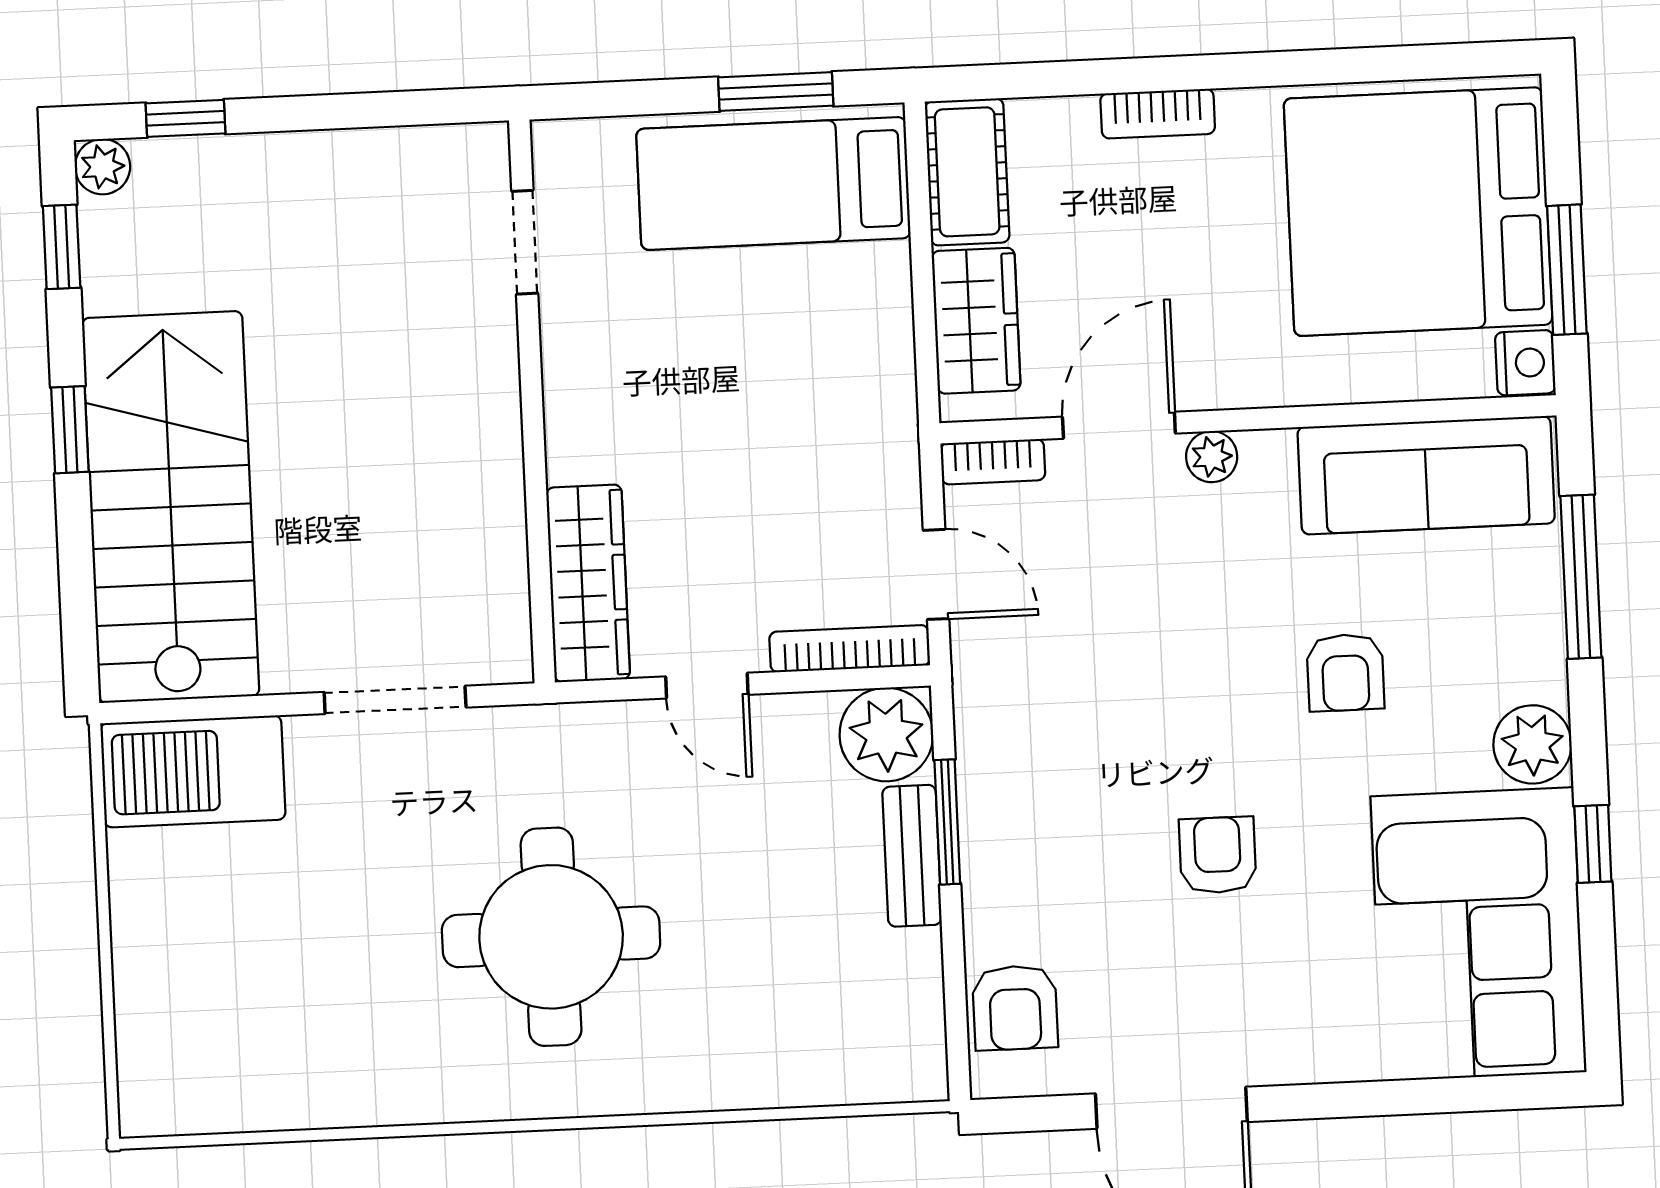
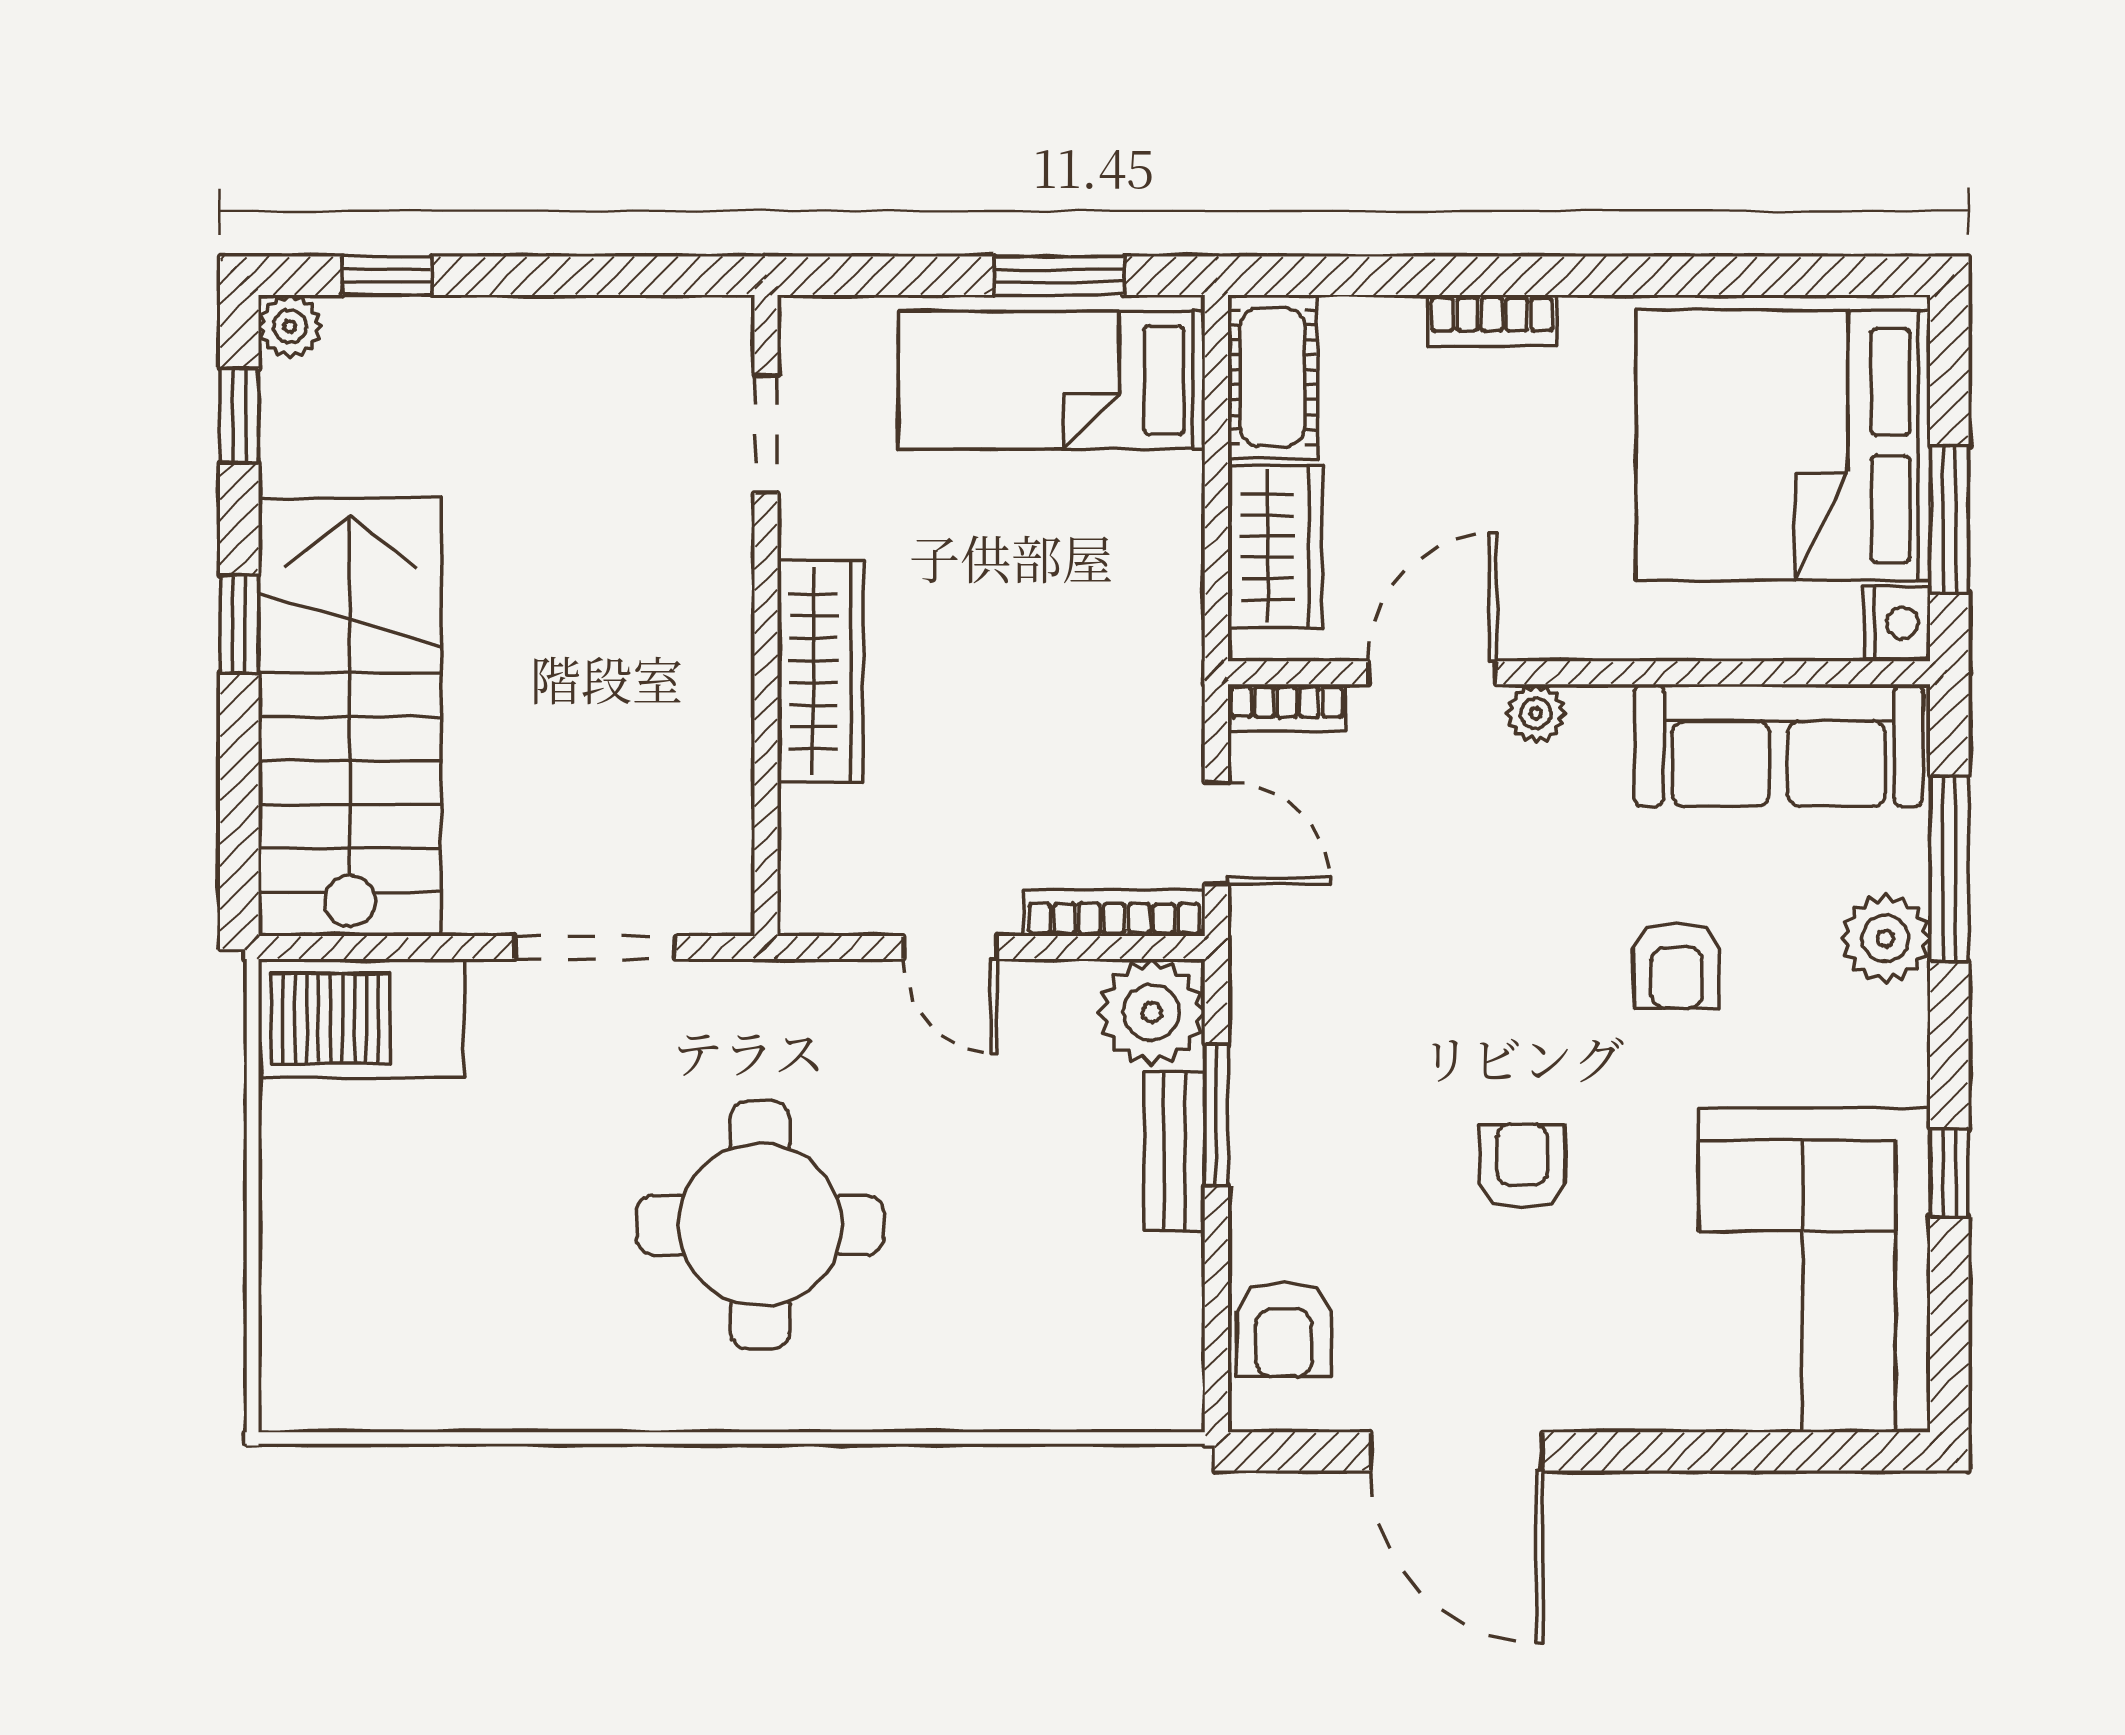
wardrobe: (588, 583) -> (820, 671), moved
plant: (1532, 744) -> (1886, 938), moved

